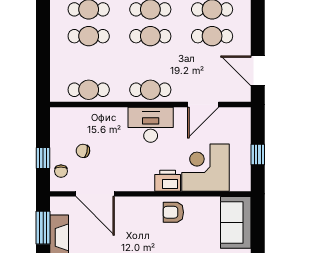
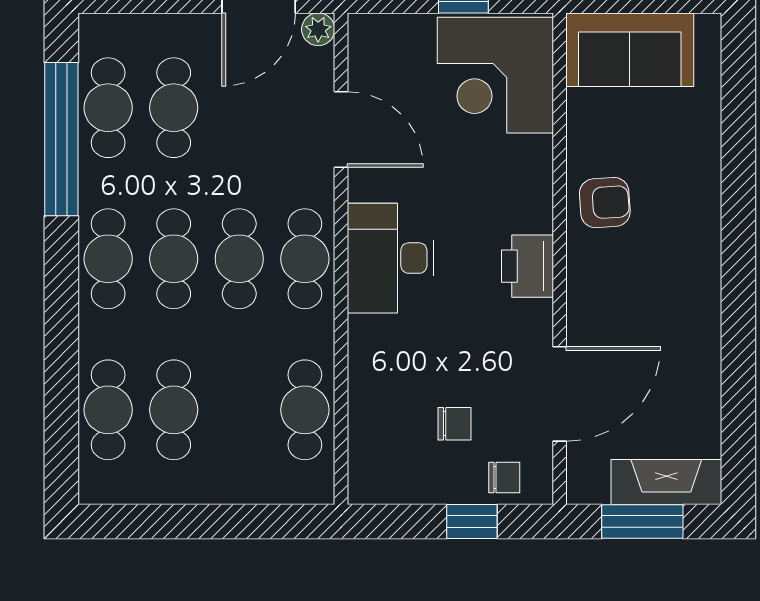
cafe table: (150, 63) -> (239, 259), added
plant: (244, 95) -> (318, 29), added
chair: (83, 151) -> (454, 424), turned -103
corner desk: (205, 168) -> (495, 75), moved
printer: (168, 181) -> (528, 266), moved
armchair: (173, 212) -> (605, 203), turned -94

